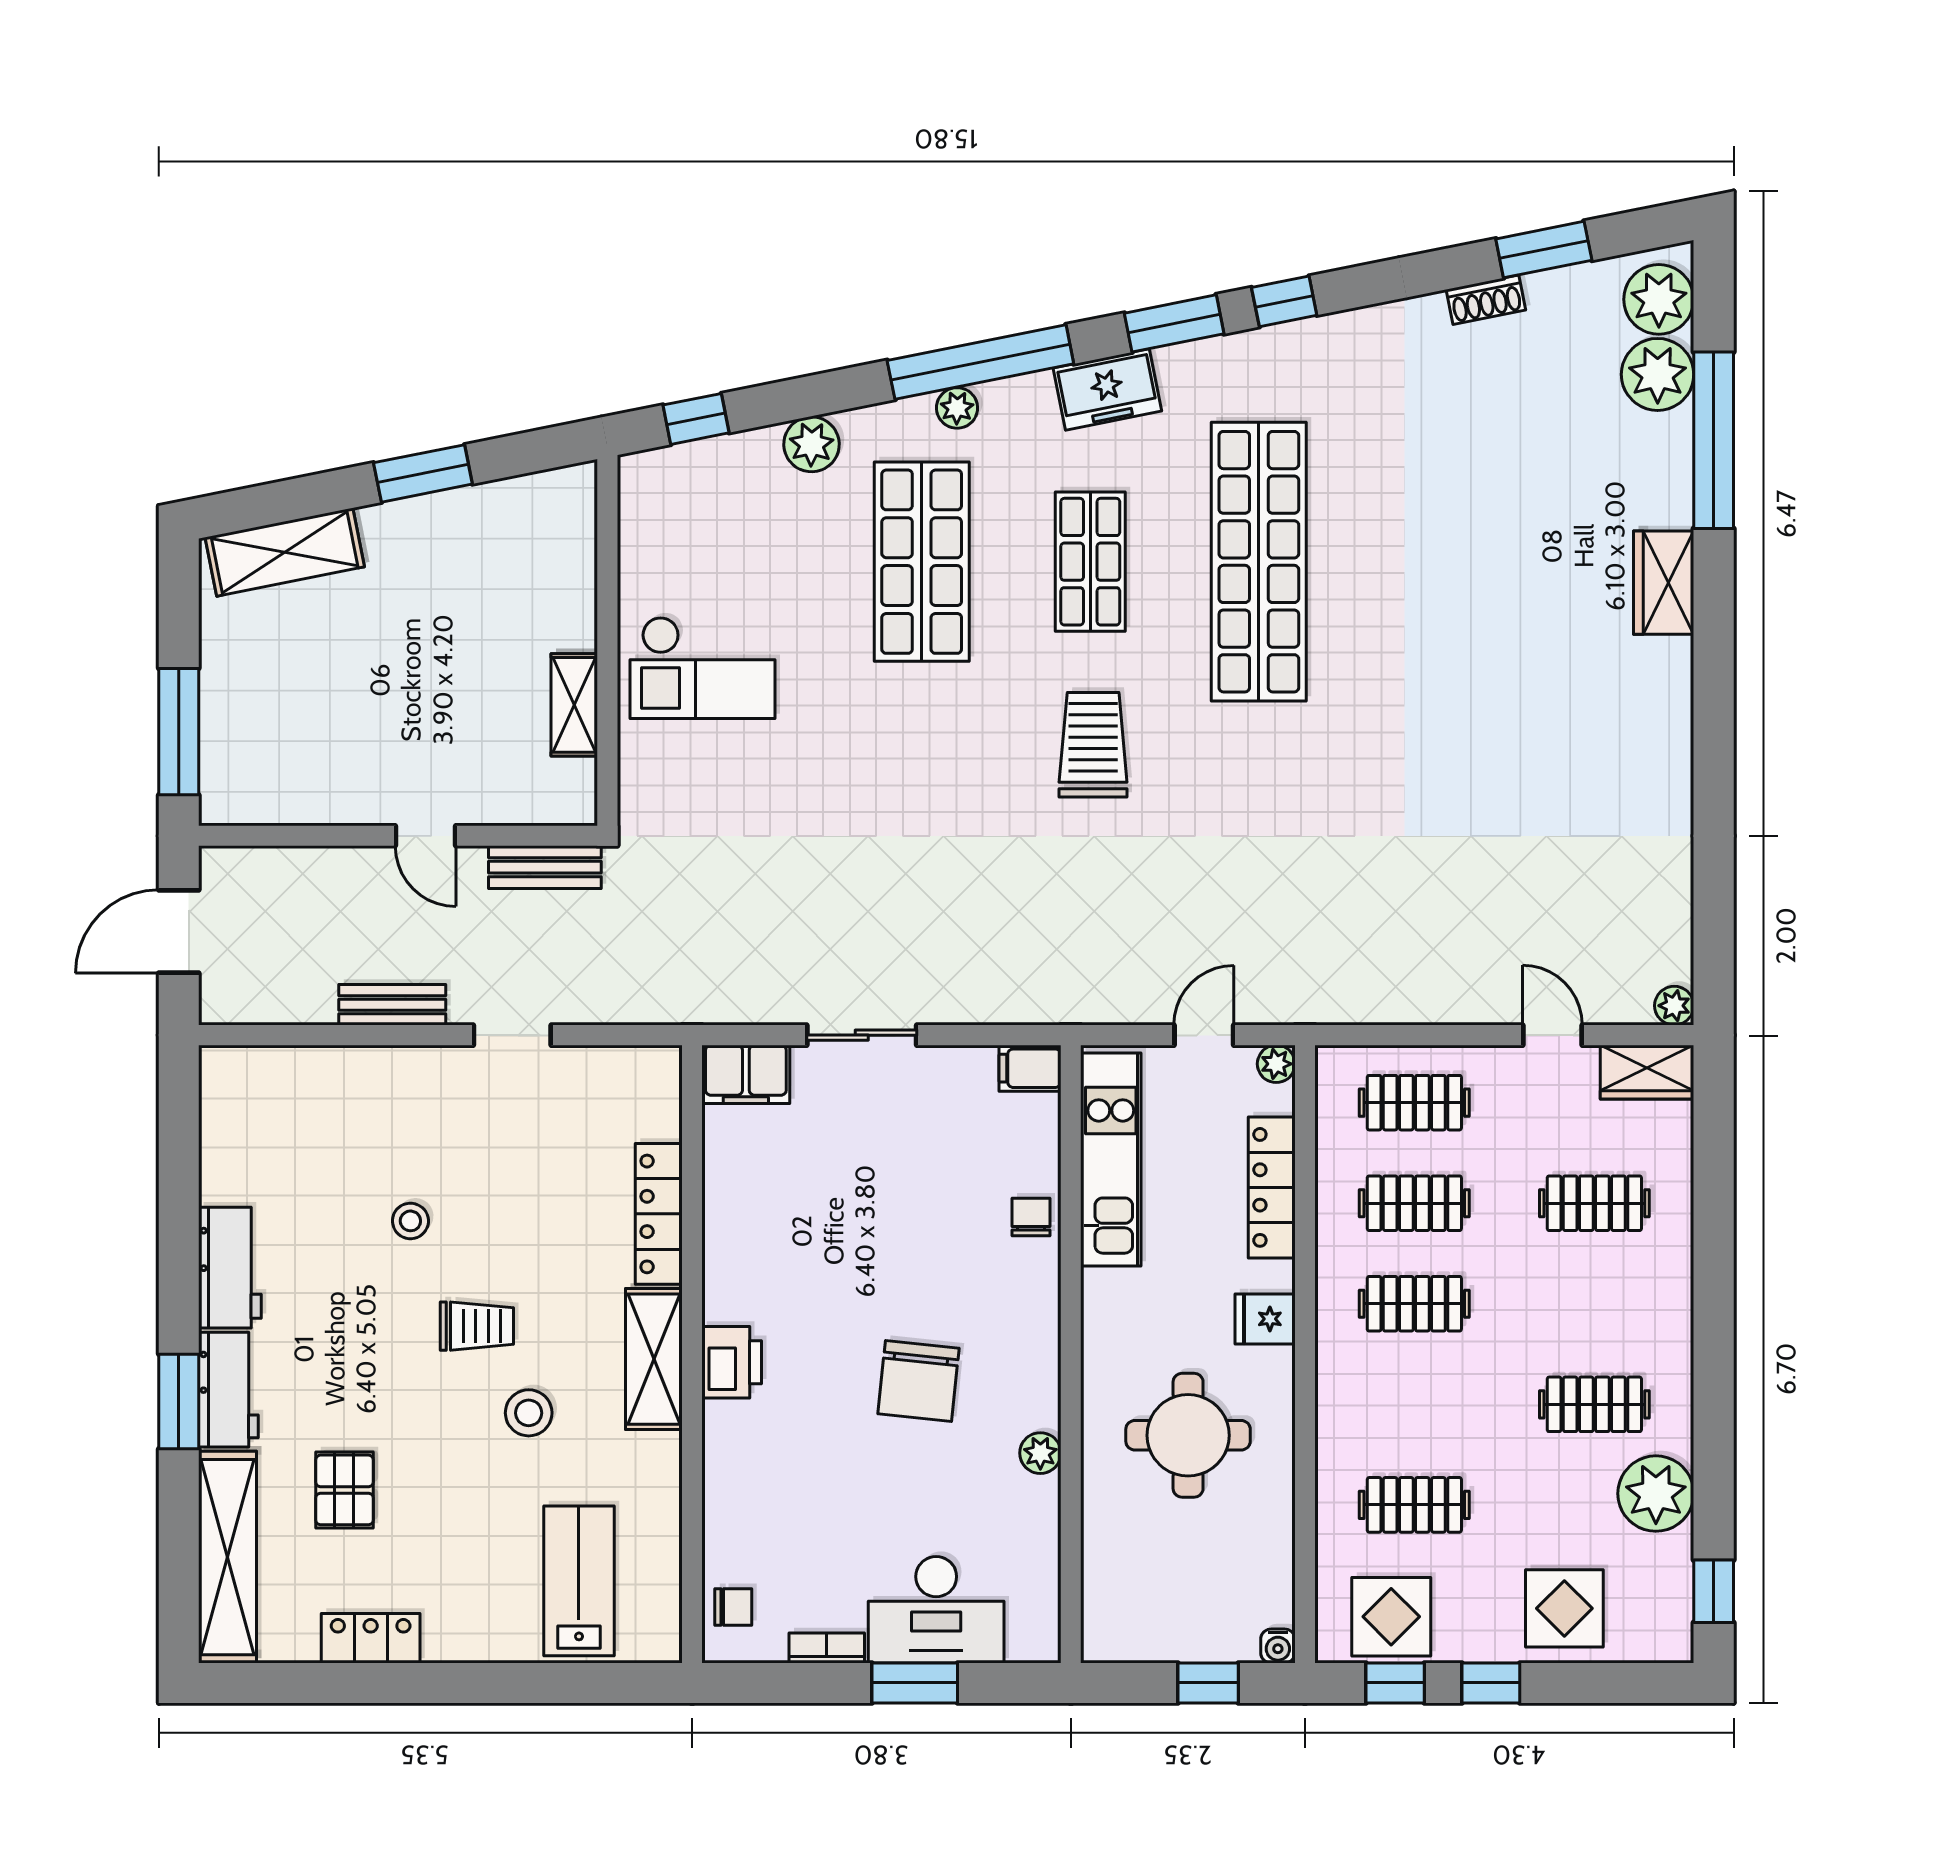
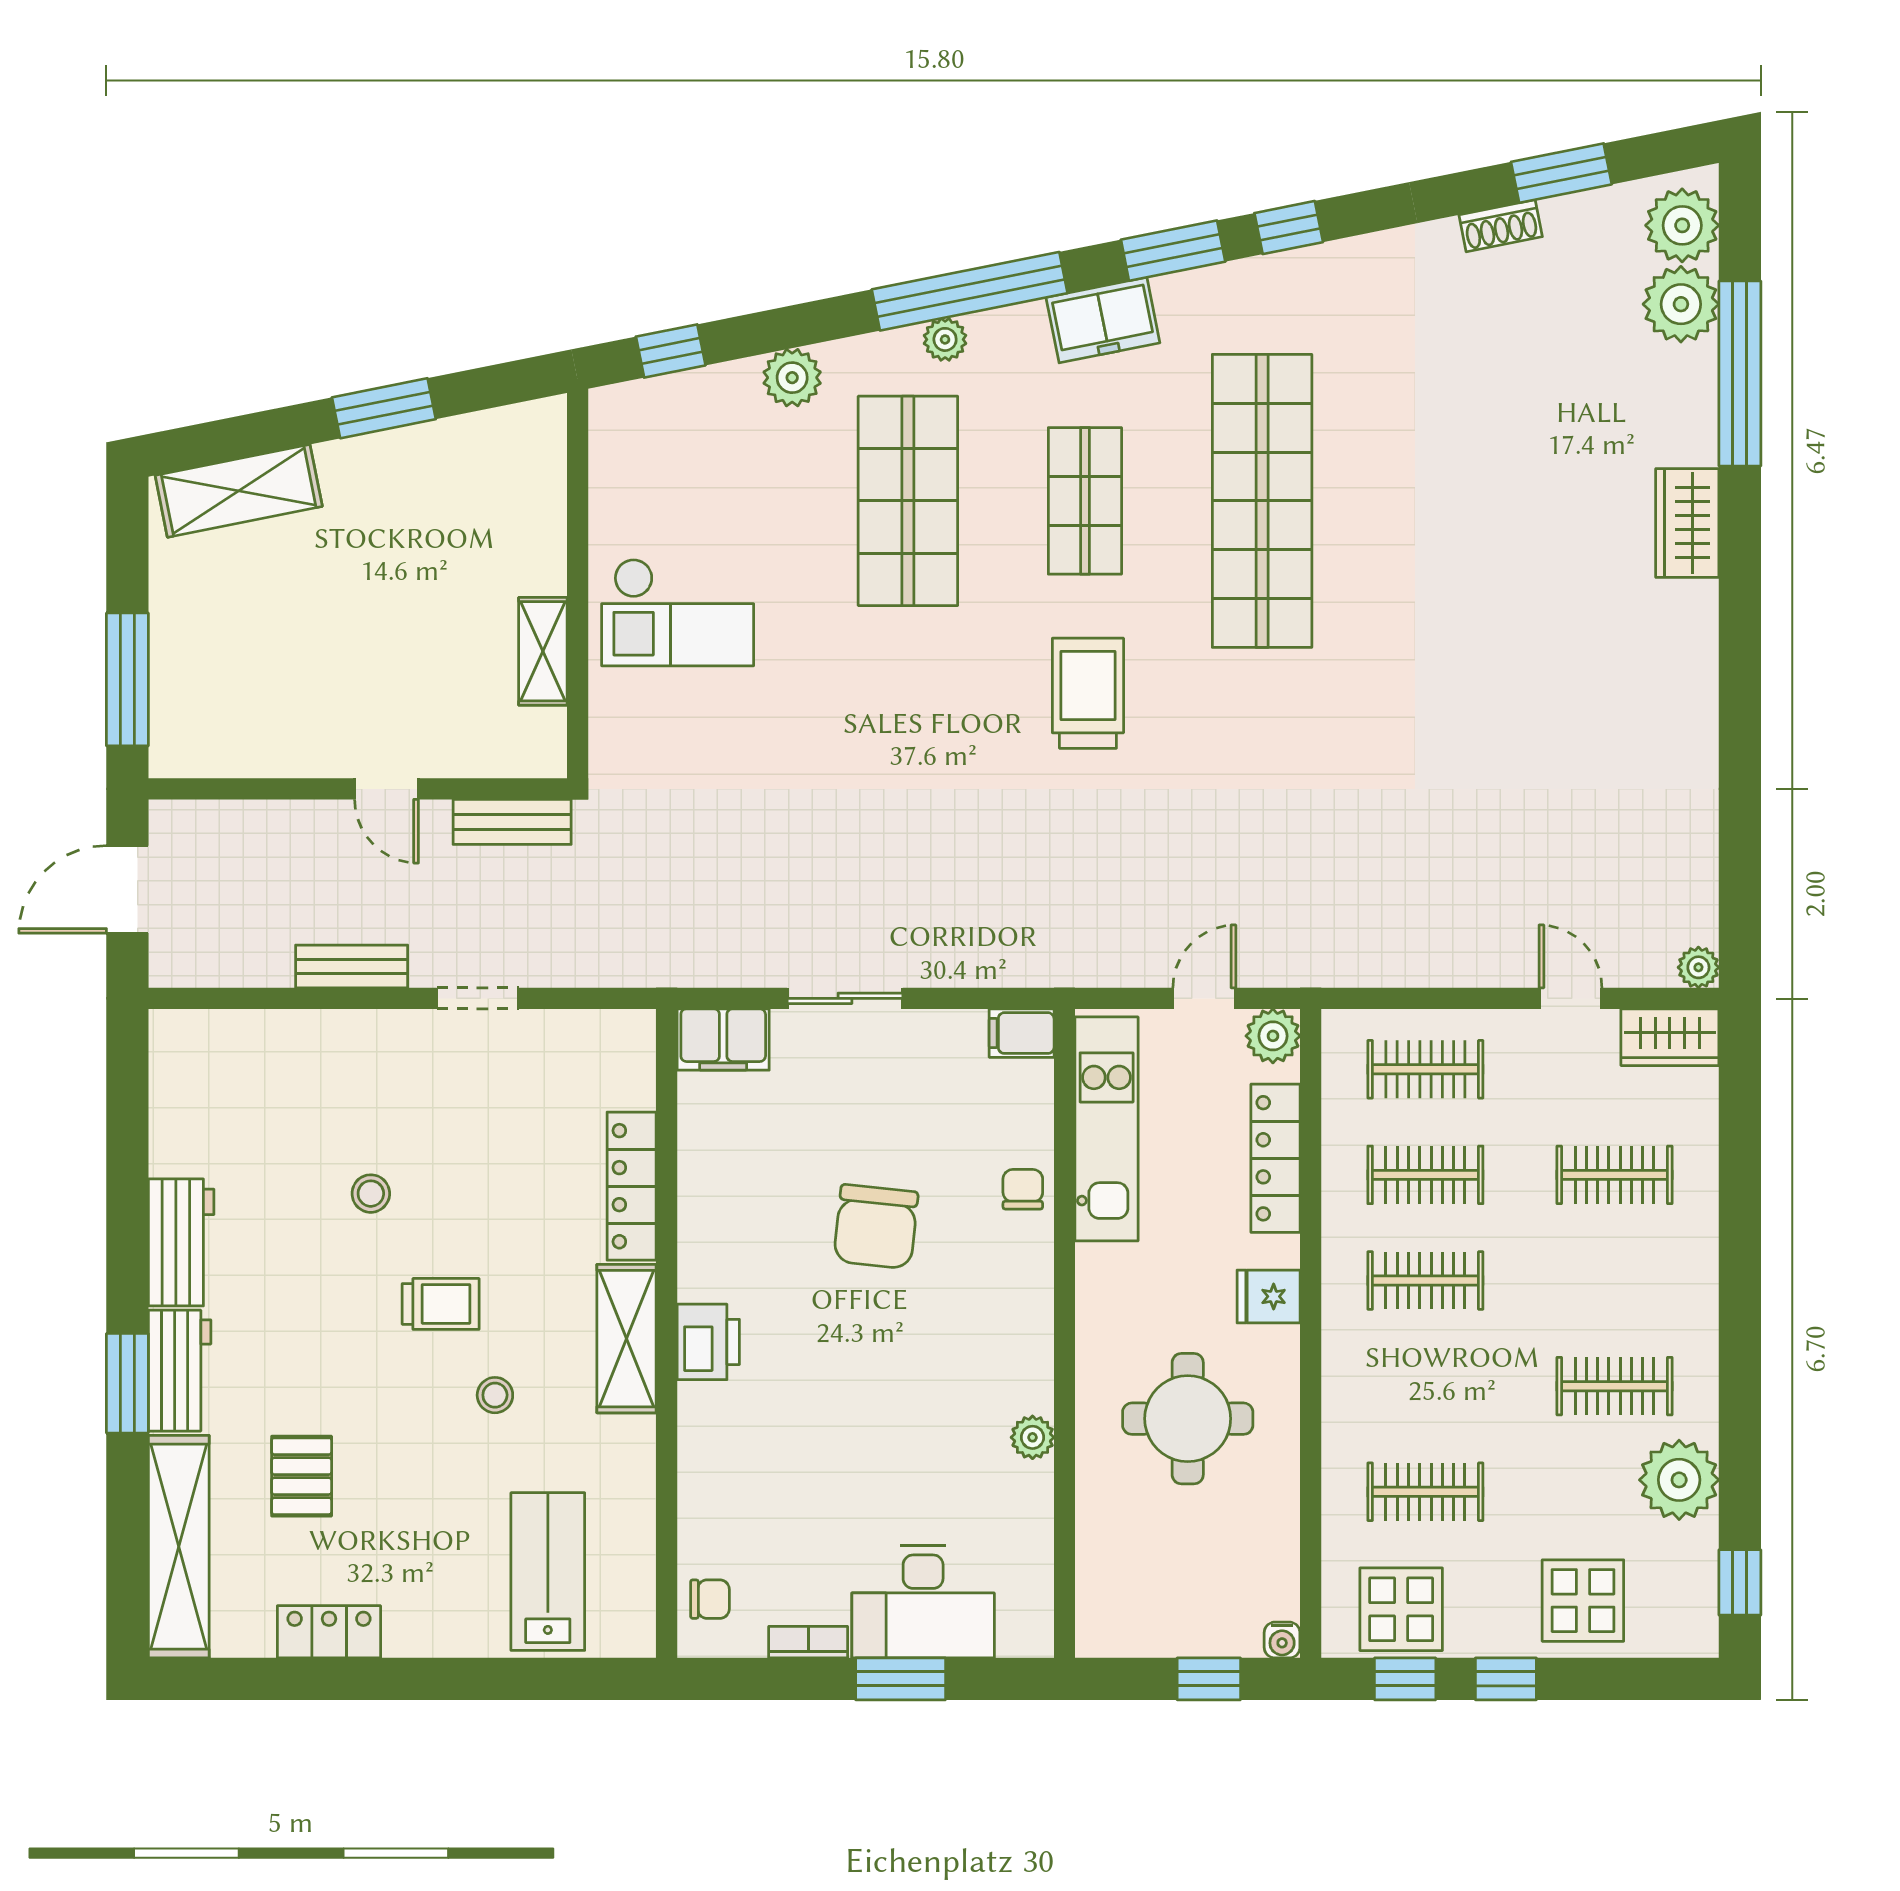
plant: (1276, 1064) -> (1273, 1036), width x1.38, depth x1.38
chair: (918, 1381) -> (876, 1227), moved
stool: (529, 1413) -> (495, 1395), width x0.73, depth x0.73

